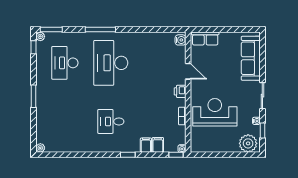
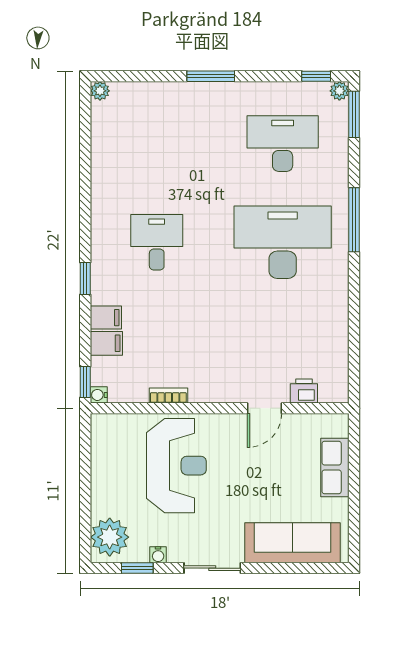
row of seats: (205, 38) -> (335, 467), moved
water cooler: (181, 40) -> (332, 392), removed
printer: (180, 91) -> (304, 391), moved

